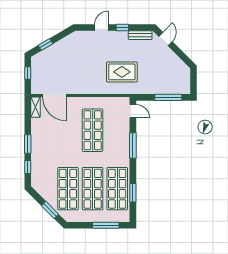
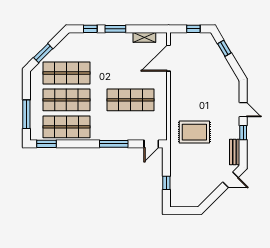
rug: (122, 72) -> (194, 132), turned 90
window: (168, 97) -> (166, 183), width x0.46
shelving: (36, 107) -> (144, 37), moved
window: (133, 193) -> (46, 144), moved

